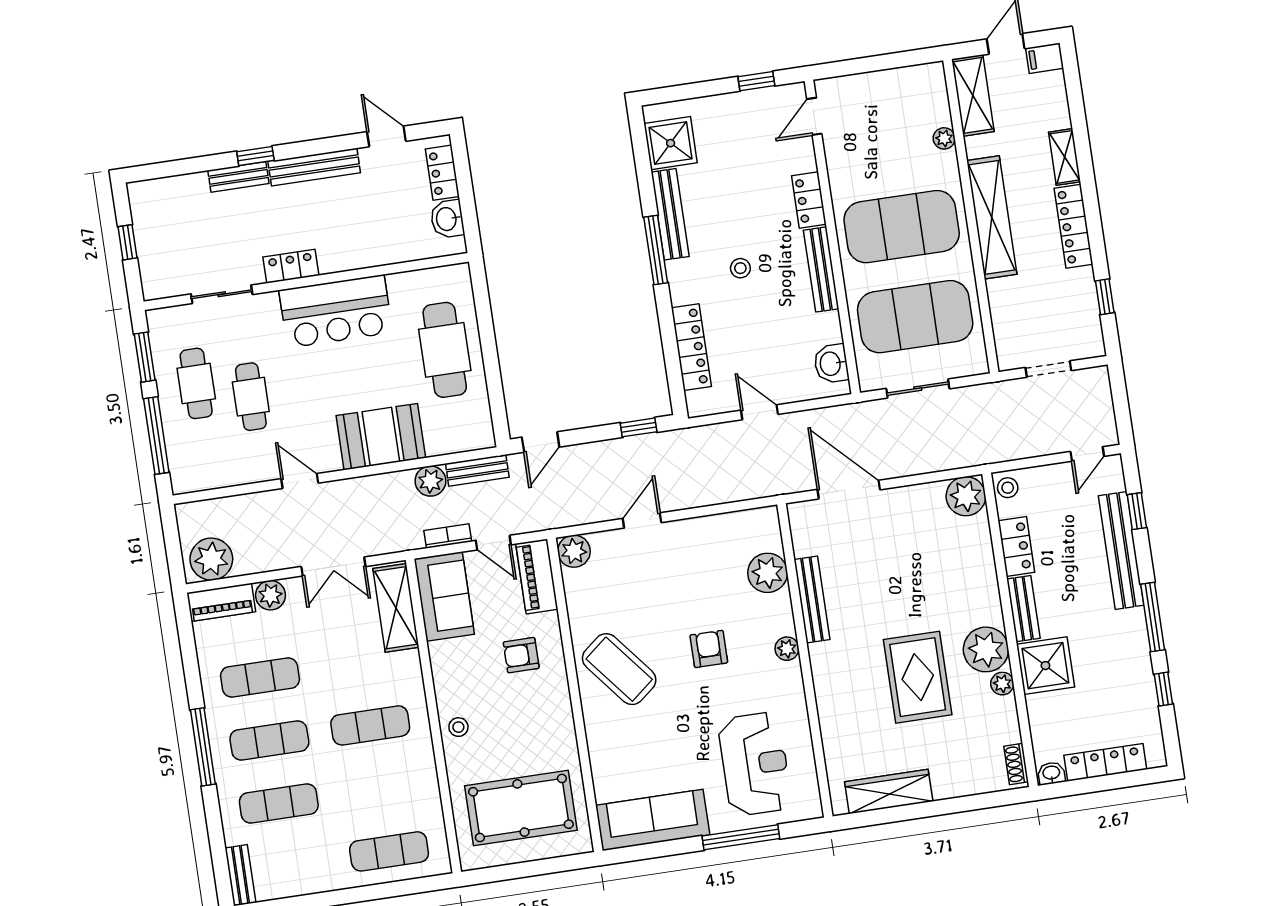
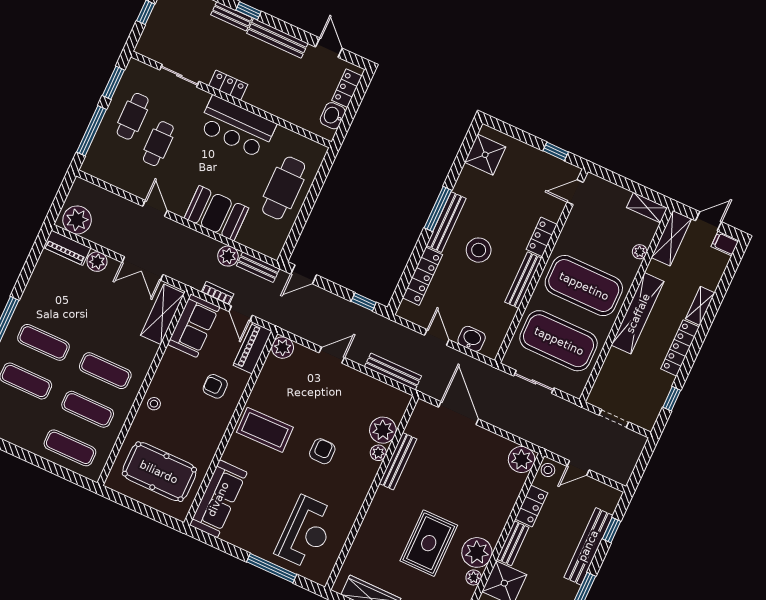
shelving: (917, 77) -> (647, 208), added
bench: (670, 214) -> (446, 222), moved
stool: (740, 268) -> (479, 250), width x1.89, depth x1.89
washbasin: (831, 364) -> (472, 339), moved, turned 90
door: (1087, 454) -> (578, 468), moved
bench: (732, 491) -> (393, 371), added
plant: (787, 649) -> (378, 453), moved
coffee table: (619, 669) -> (265, 430), turned -52
exercise mat: (260, 678) -> (88, 409), moved
sofa: (653, 820) -> (218, 499), moved, turned 90

